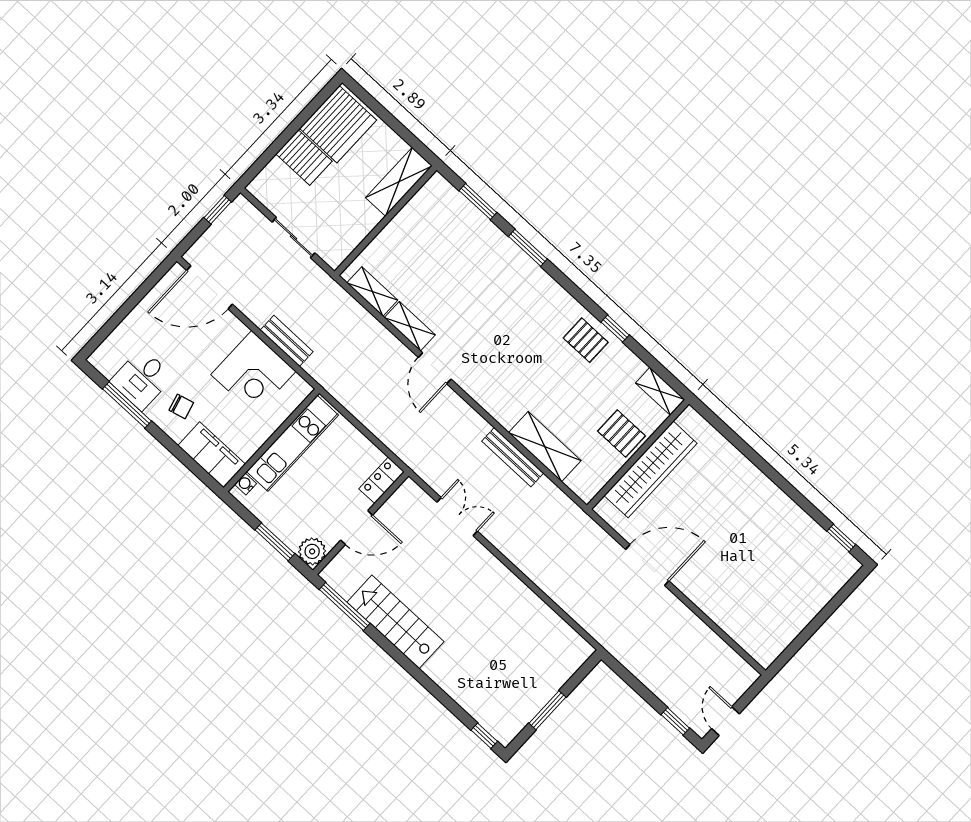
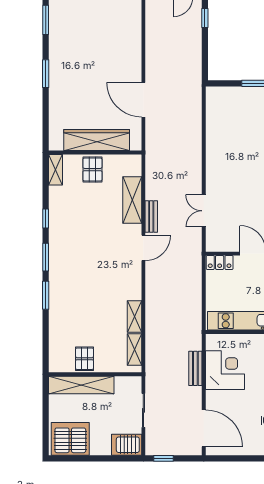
server rack: (304, 158) -> (127, 445), moved, turned -90
shelving: (399, 182) -> (81, 385), width x1.47
window: (478, 202) -> (46, 257), moved
pallet: (586, 340) -> (84, 359), moved
door: (435, 368) -> (143, 248), moved
bench: (513, 457) -> (151, 216), width x0.73
window: (780, 481) -> (46, 74), added
window: (841, 538) -> (46, 20), width x1.50

